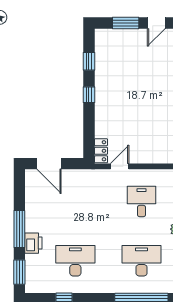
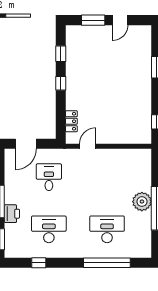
locker: (101, 151) -> (71, 121), moved
door: (49, 164) -> (26, 144), hinge flipped
desk: (142, 202) -> (49, 177), moved

